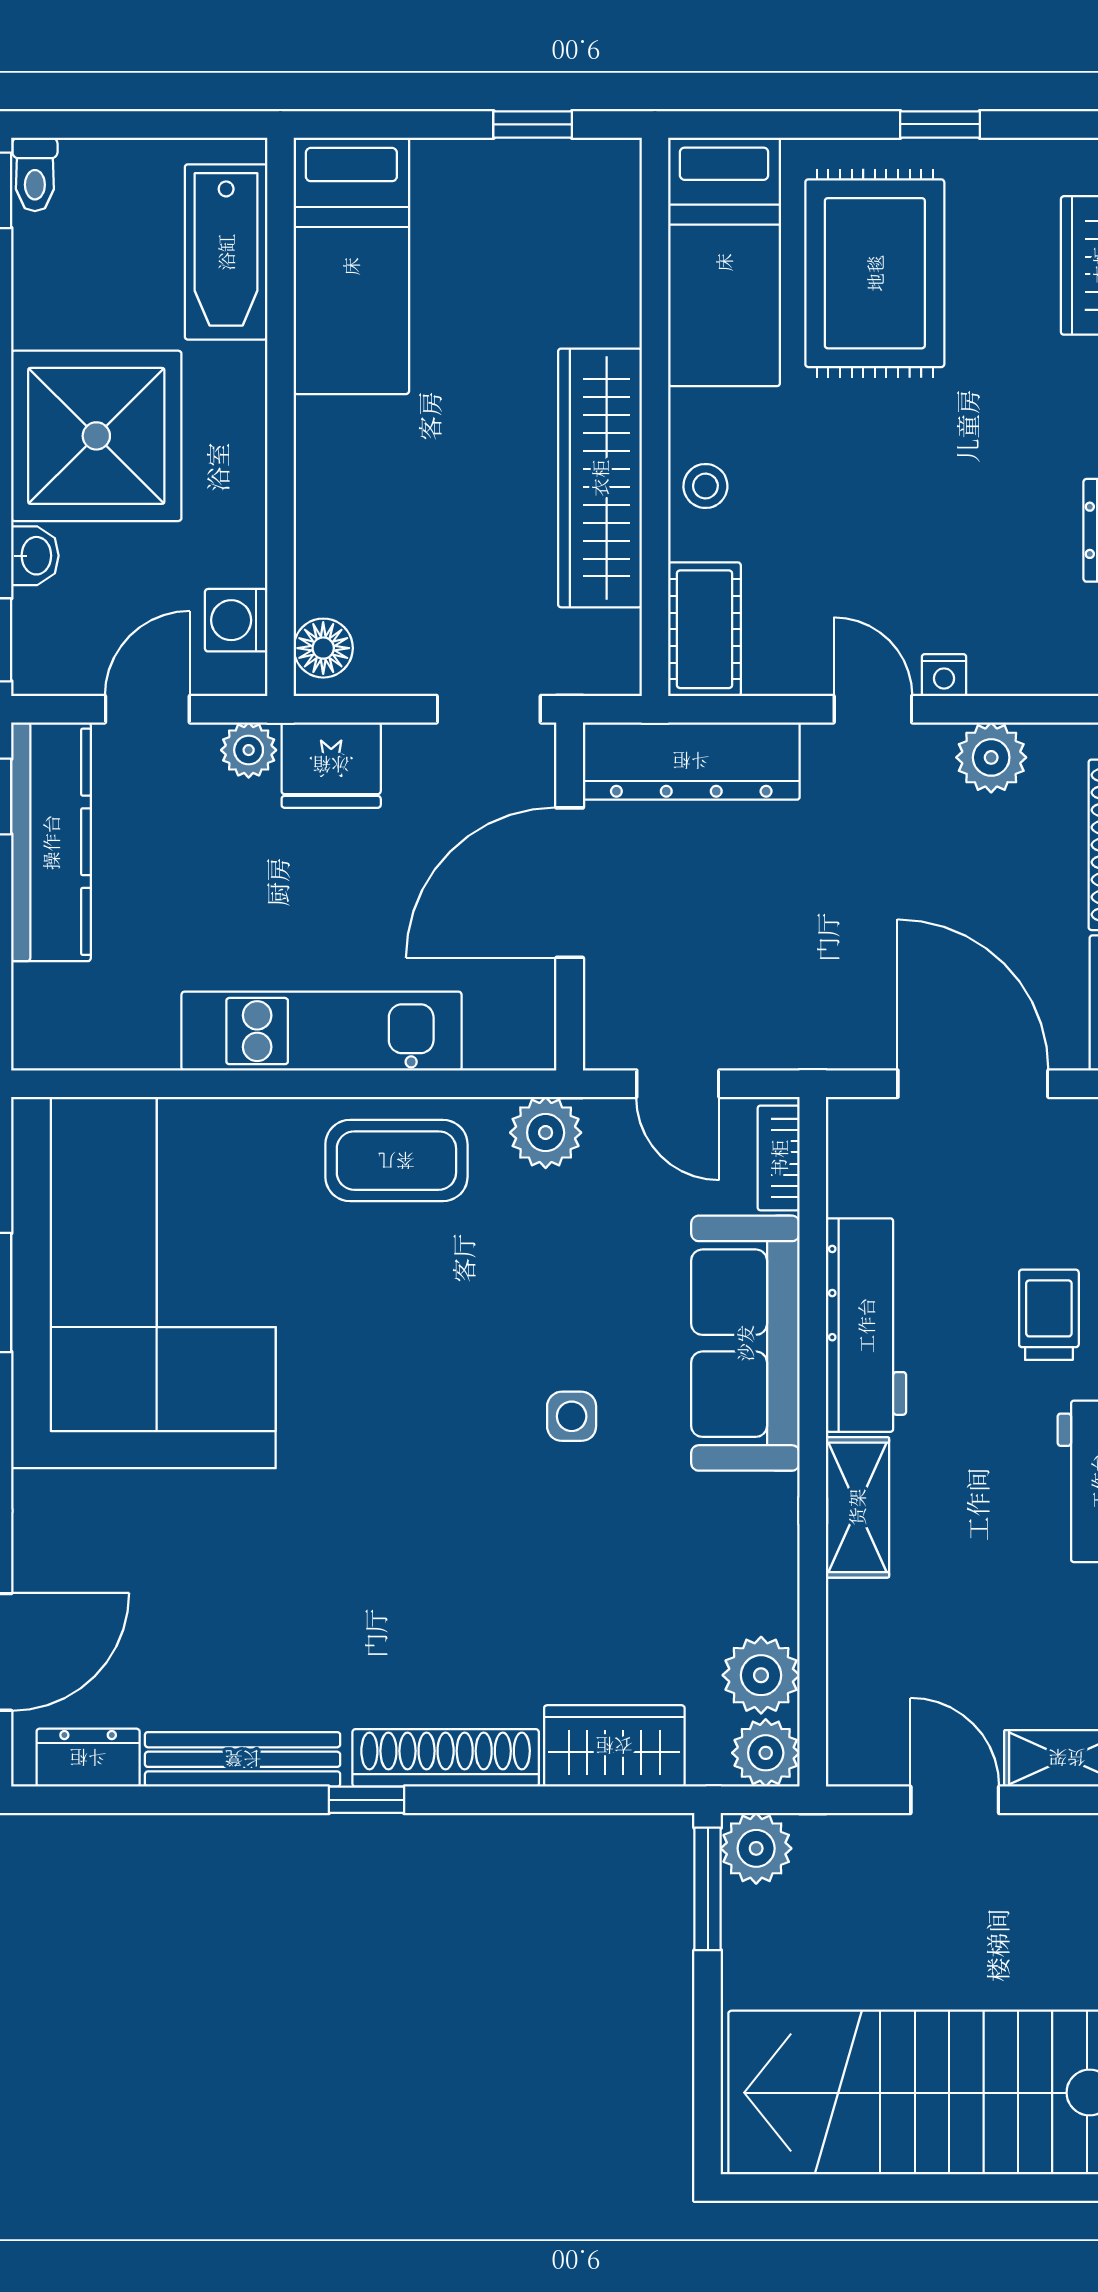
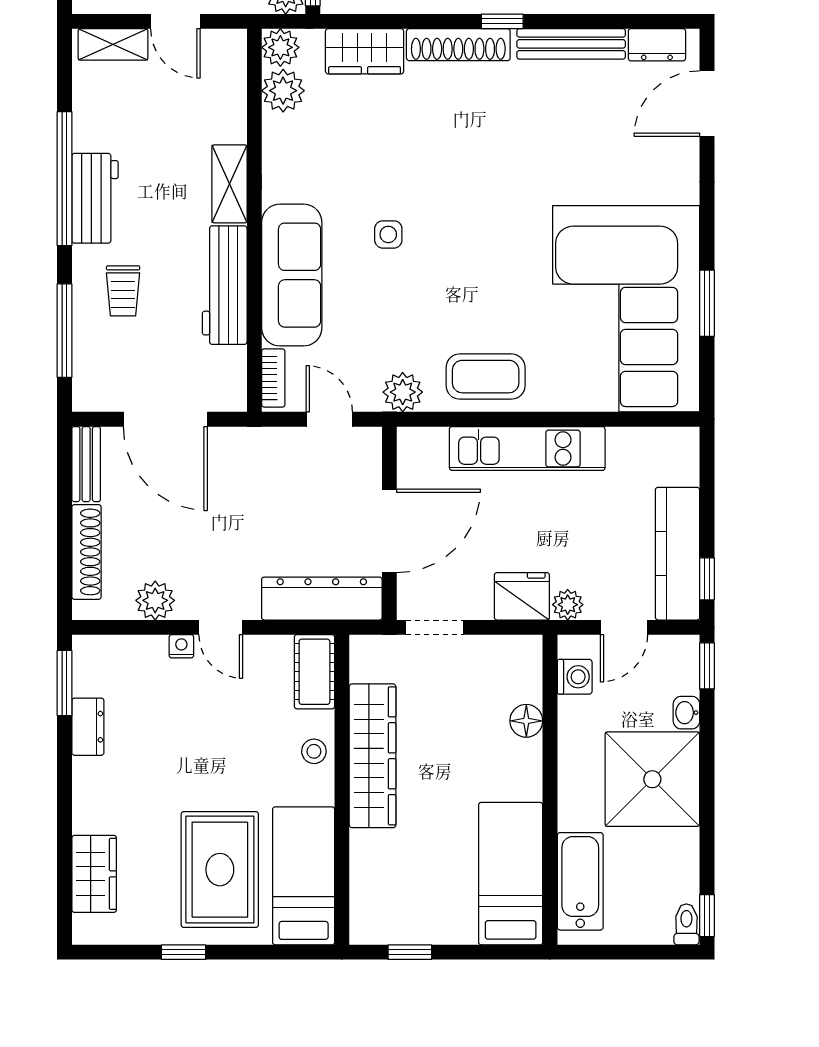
floor lamp: (323, 648) -> (526, 721), moved

